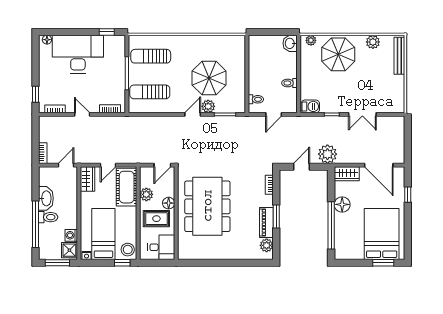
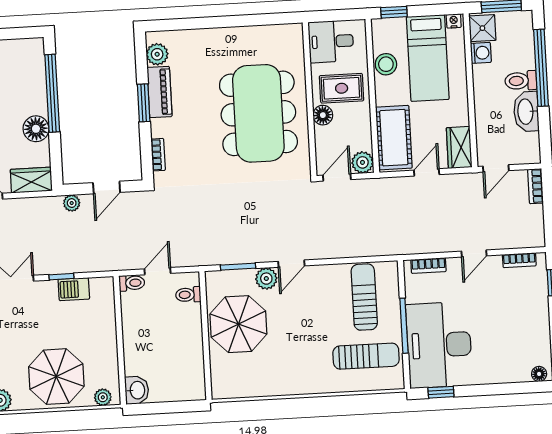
desk: (78, 54) -> (439, 345), moved, turned 90
parasol: (209, 78) -> (238, 324), moved
toilet: (290, 83) -> (132, 283), moved
sun lounger: (150, 92) -> (364, 297), turned -90
barbecue: (310, 106) -> (74, 289), moved
door: (82, 114) -> (474, 254), hinge flipped
plant: (327, 154) -> (72, 203), width x0.53, depth x0.53
plant: (146, 194) -> (362, 162), moved
stool: (128, 250) -> (386, 64), moved

